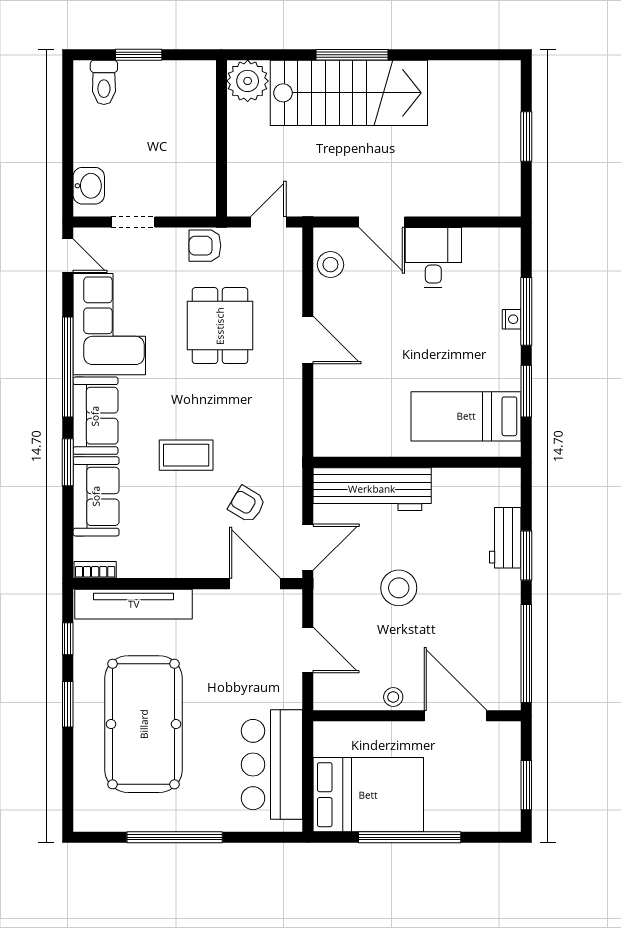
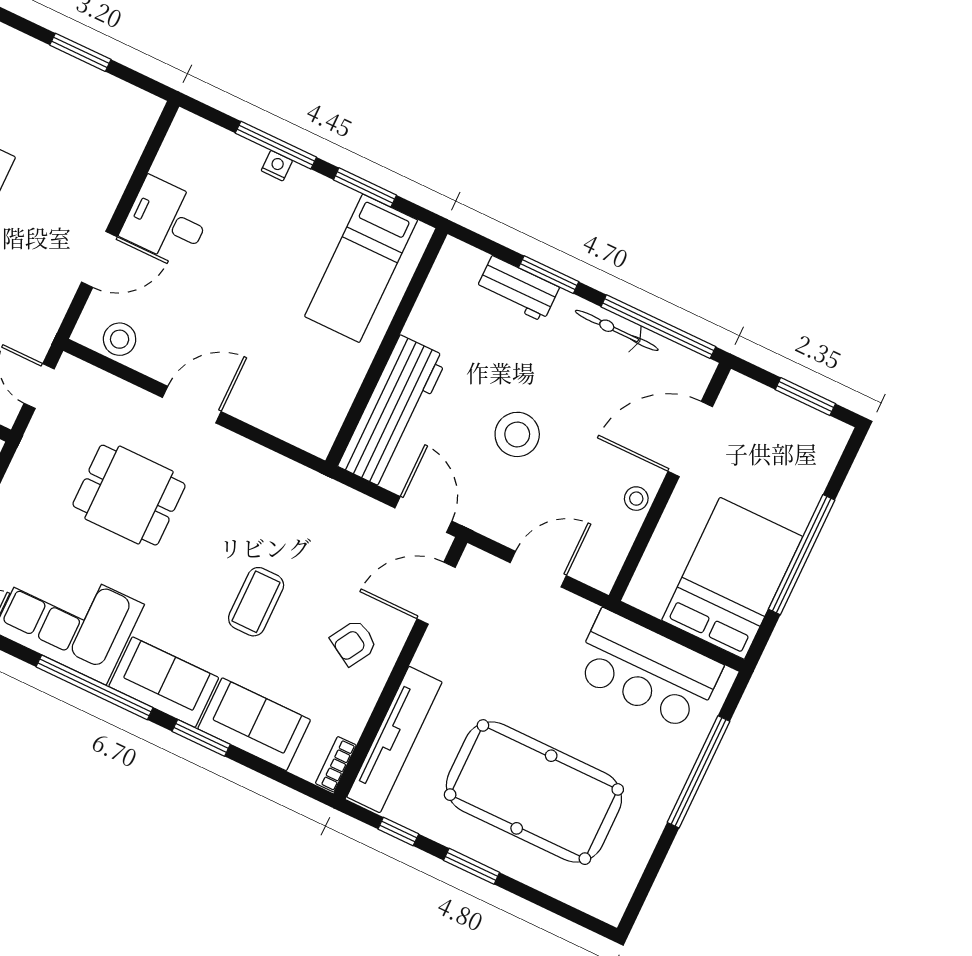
armchair: (205, 246) -> (32, 469), removed
armchair: (247, 504) -> (354, 643), moved
bicycle: (509, 624) -> (617, 330), added
window: (175, 837) -> (699, 772), moved

